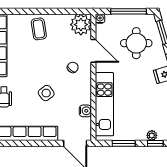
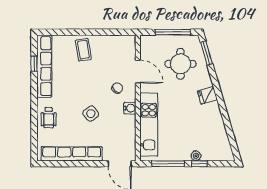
water cooler: (100, 19) -> (144, 39), removed
plant: (81, 25) -> (125, 45), removed
water cooler: (85, 111) -> (130, 108), moved
window: (124, 143) -> (168, 164), width x1.44

